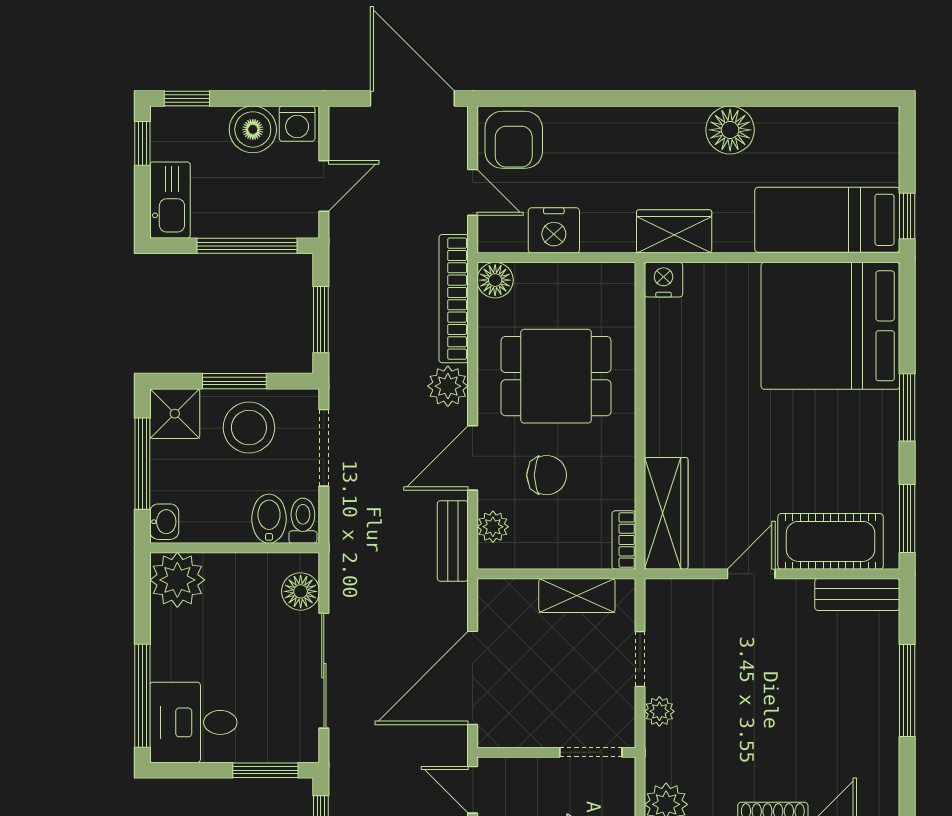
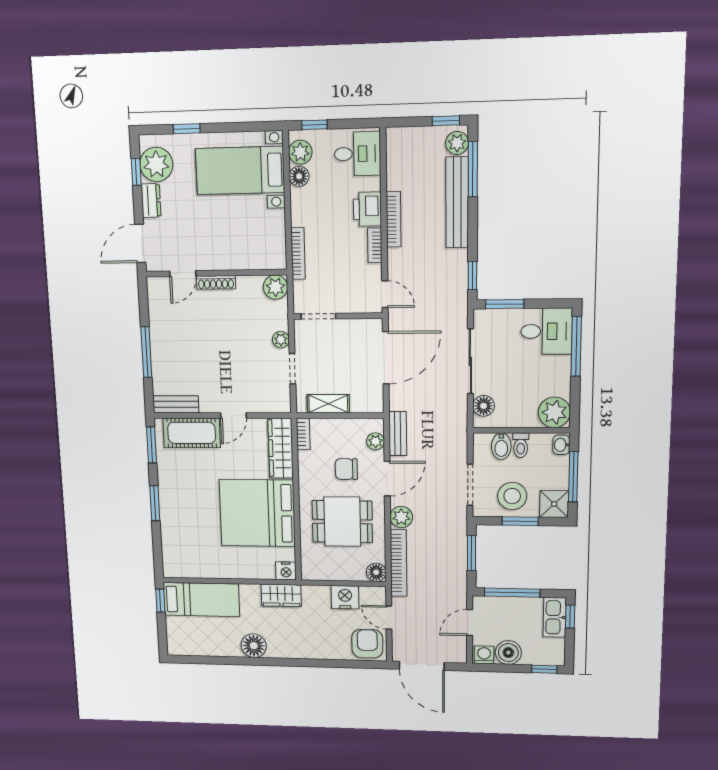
window: (142, 143) -> (570, 617), moved
bed: (830, 326) -> (257, 513), moved, turned 180
toilet: (303, 521) -> (521, 445), moved

